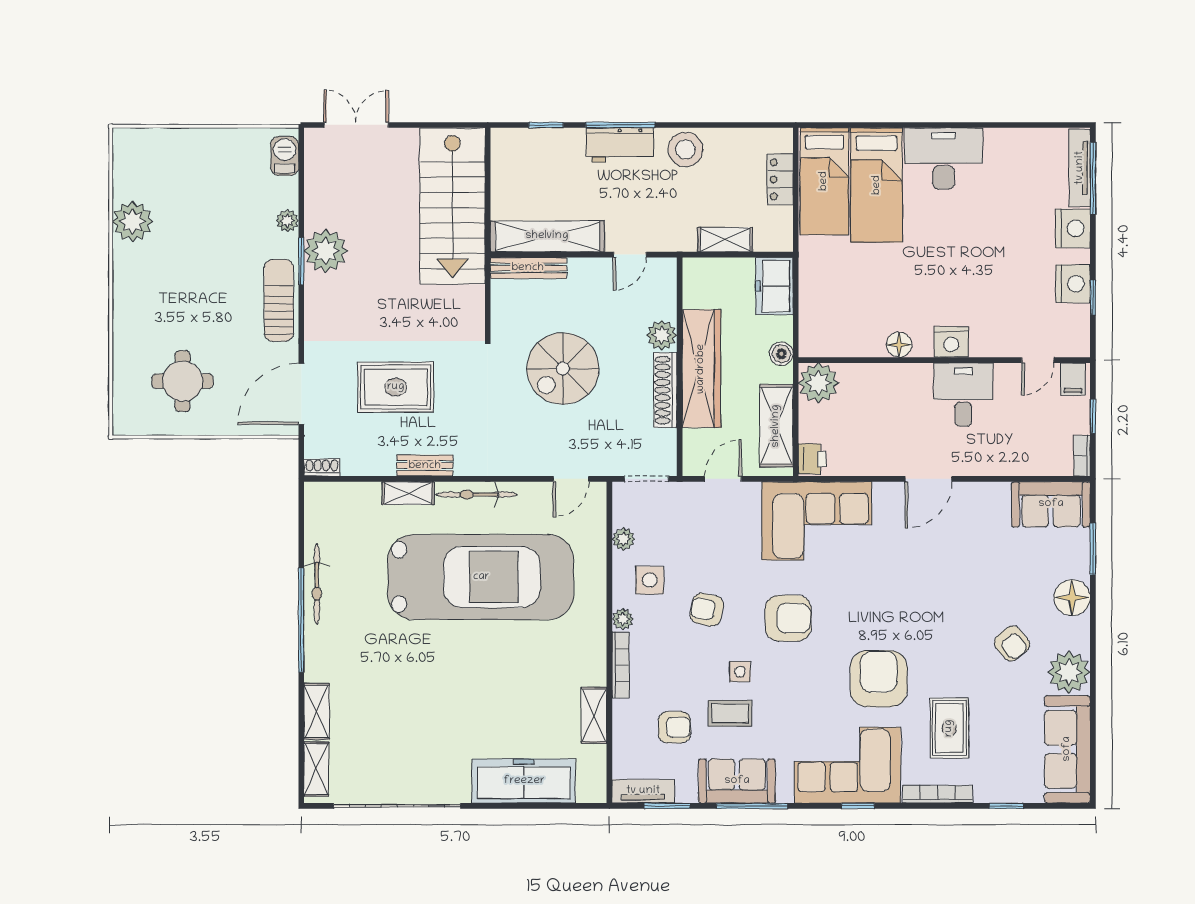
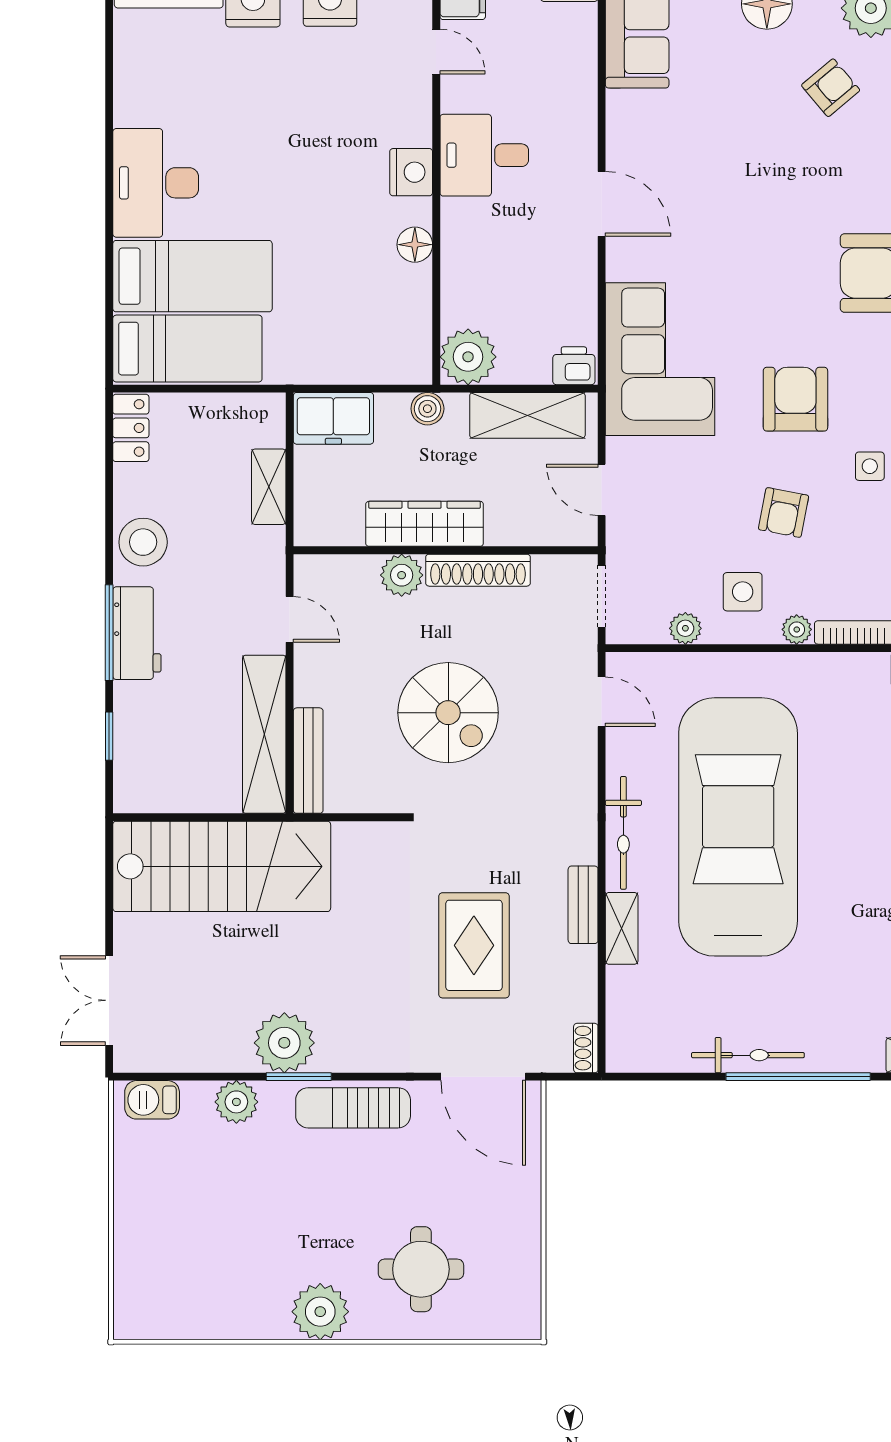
locker: (780, 179) -> (131, 428), moved, turned -90
plant: (287, 221) -> (236, 1102), width x1.38, depth x1.38
plant: (133, 222) -> (320, 1312), moved
wardrobe: (701, 369) -> (425, 524), width x0.71, depth x0.85
round table: (183, 381) -> (421, 1269), moved

